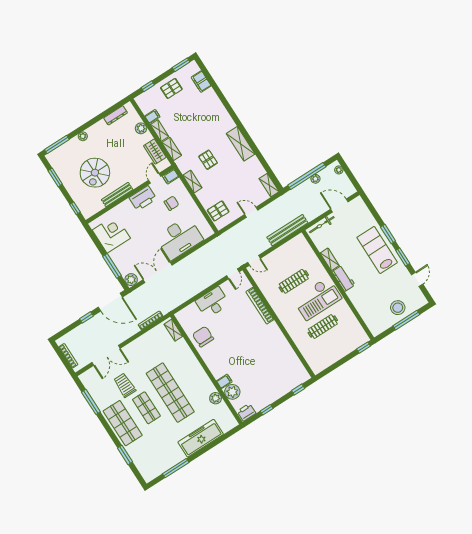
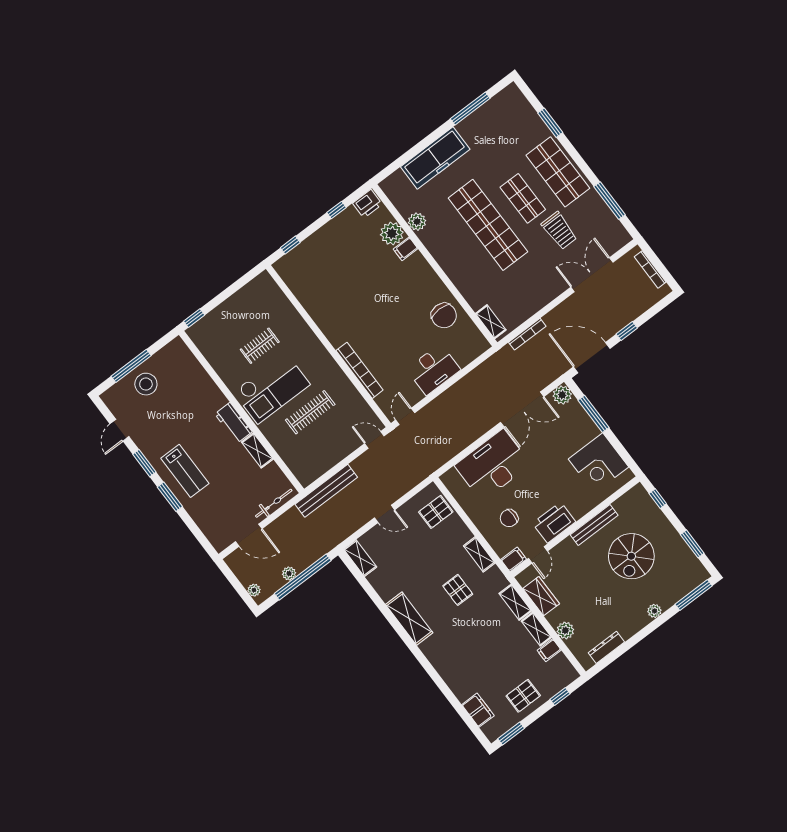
spiral stairs: (95, 173) -> (631, 556), turned 180
lab bench: (377, 250) -> (185, 471), width x0.73, depth x0.72
checkout: (317, 299) -> (272, 388), turned 180
clothes rail: (323, 327) -> (260, 346), width x0.73

